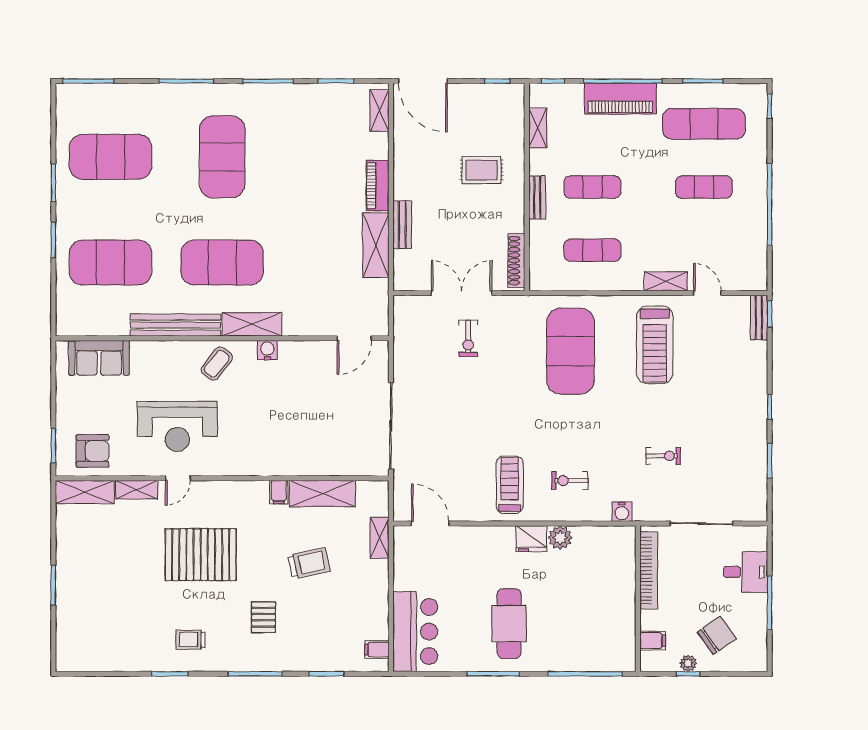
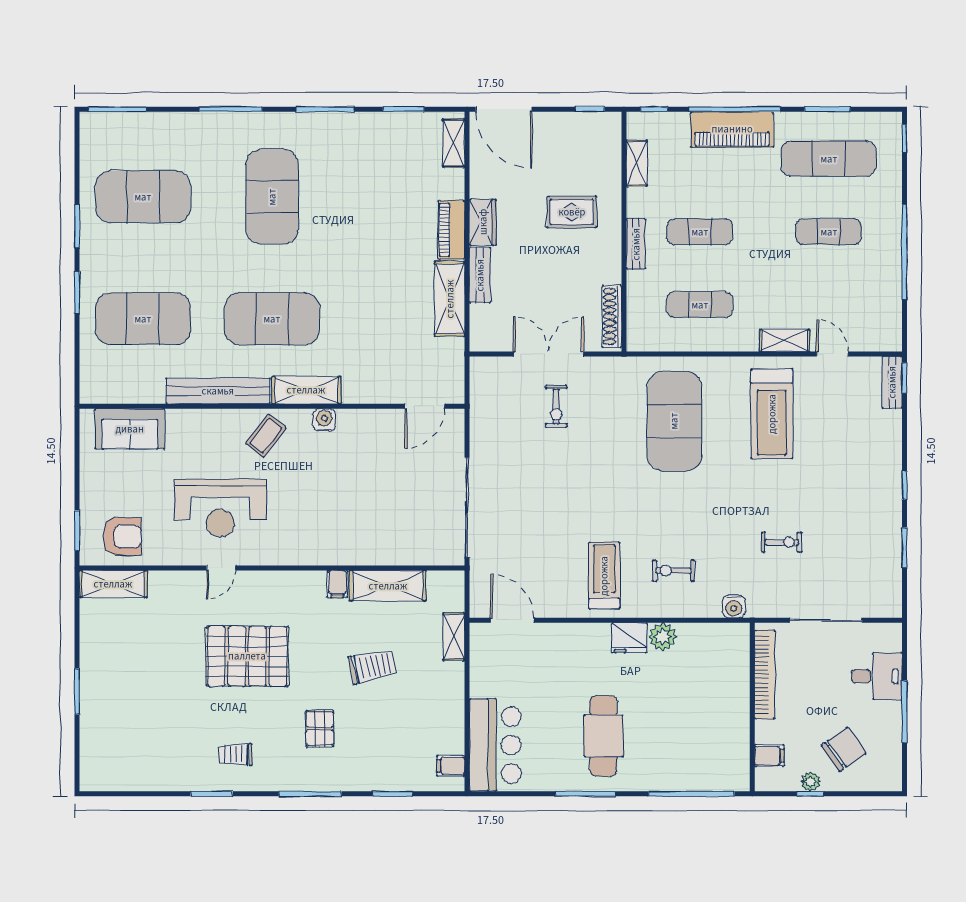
wardrobe: (405, 179) -> (483, 222), added
shelving: (137, 490) -> (173, 581), removed

